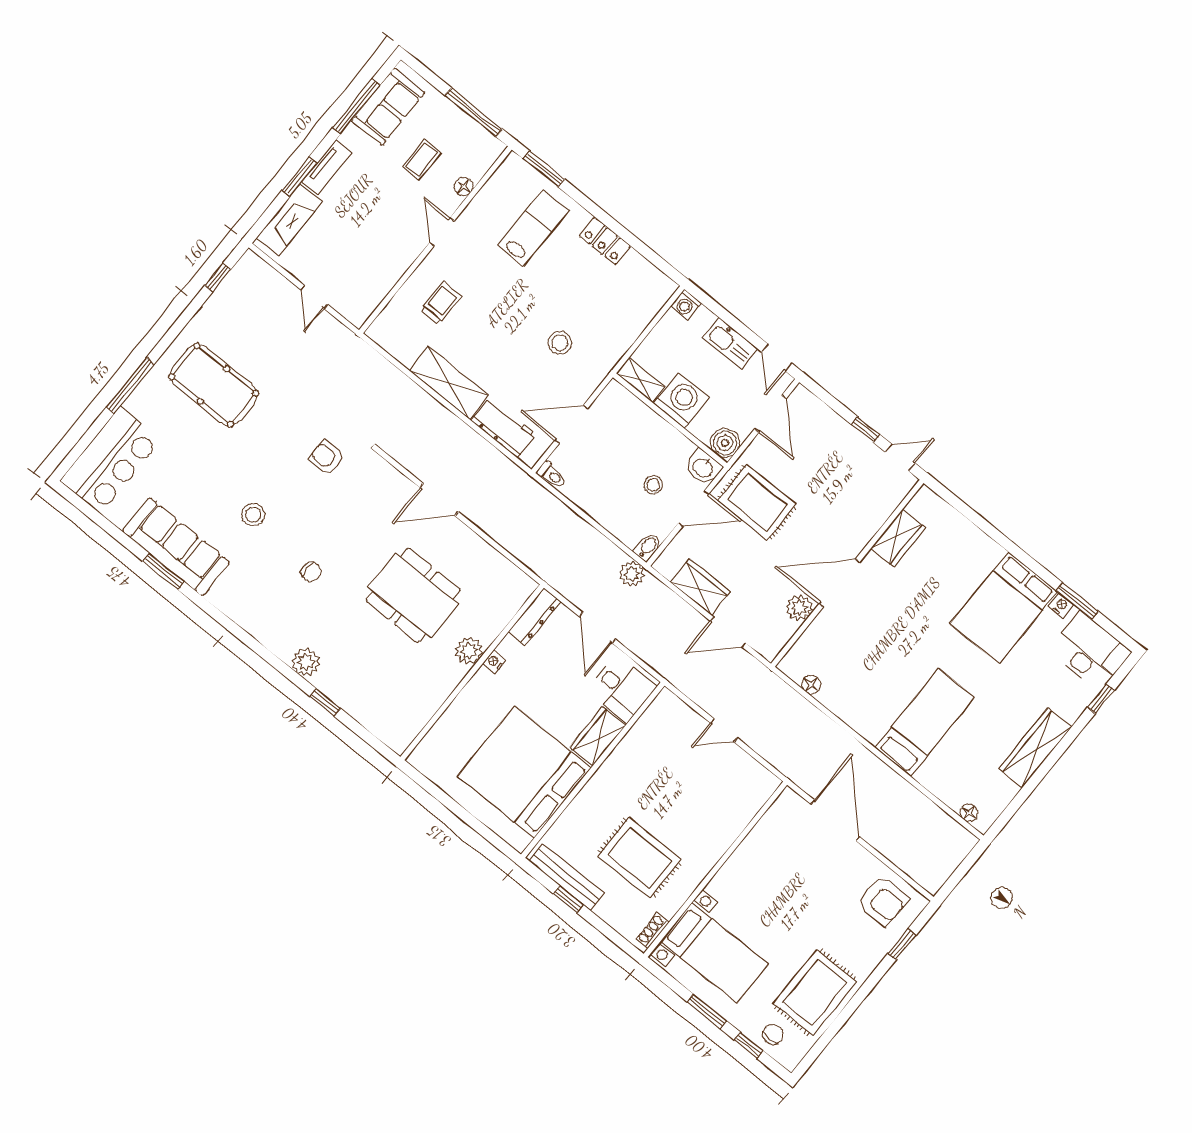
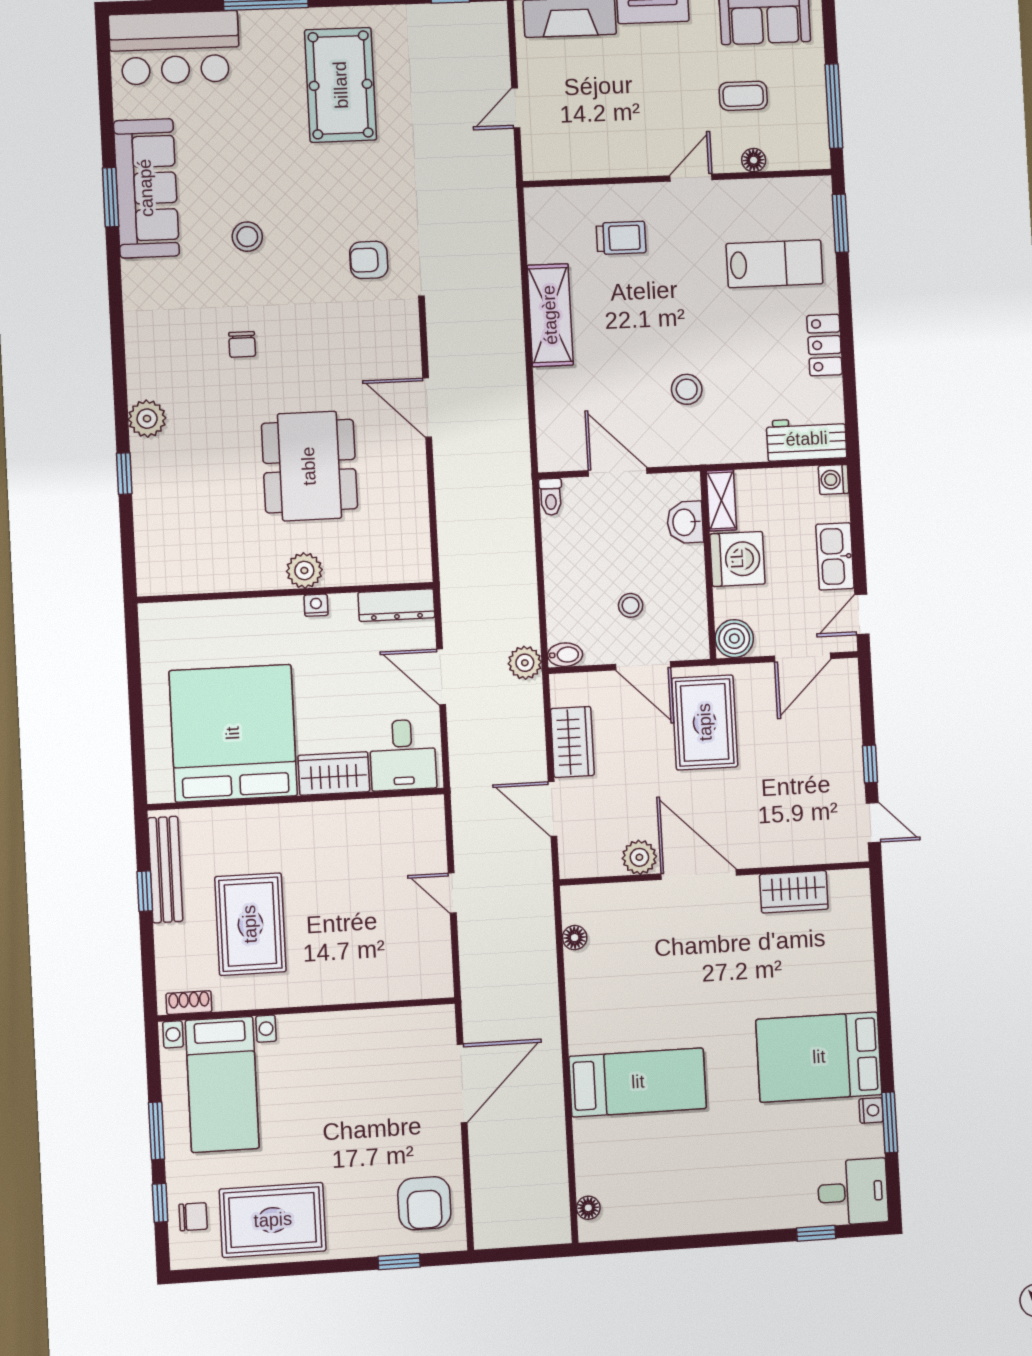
workbench: (504, 427) -> (807, 439), moved, turned -90
armchair: (327, 458) -> (369, 260), turned -90
washbasin: (703, 468) -> (685, 522), moved
door: (597, 628) -> (441, 677), hinge flipped
desk: (1090, 651) -> (853, 1192), width x0.73
wardrobe: (1035, 748) -> (710, 1214), removed

